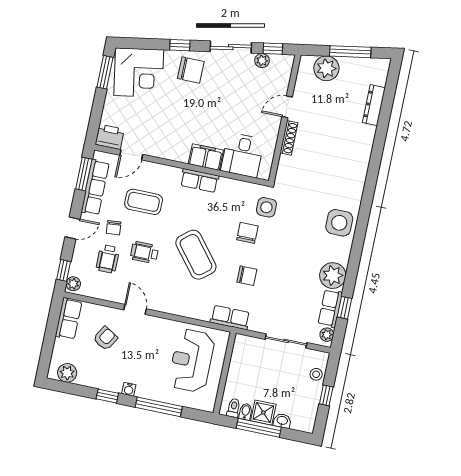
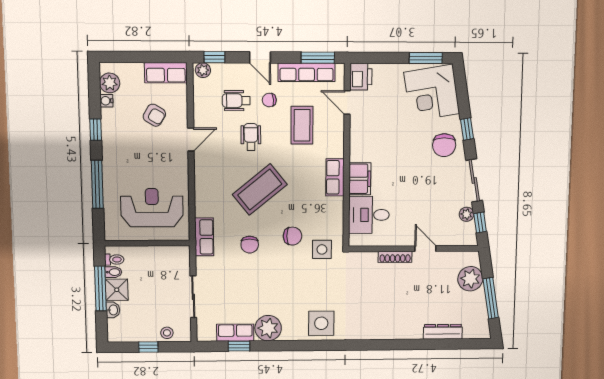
plant: (327, 335) -> (209, 335), removed
water cooler: (129, 389) -> (106, 101), moved

